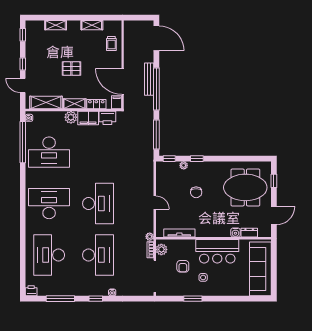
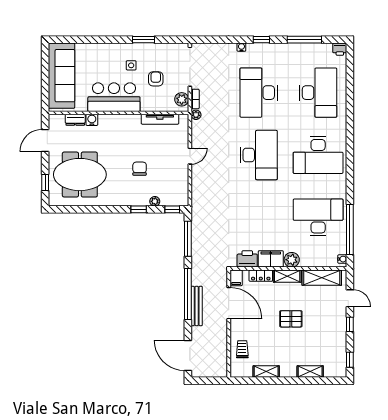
door: (155, 203) -> (190, 156), swing flipped
desk: (98, 204) -> (259, 155), turned 180

